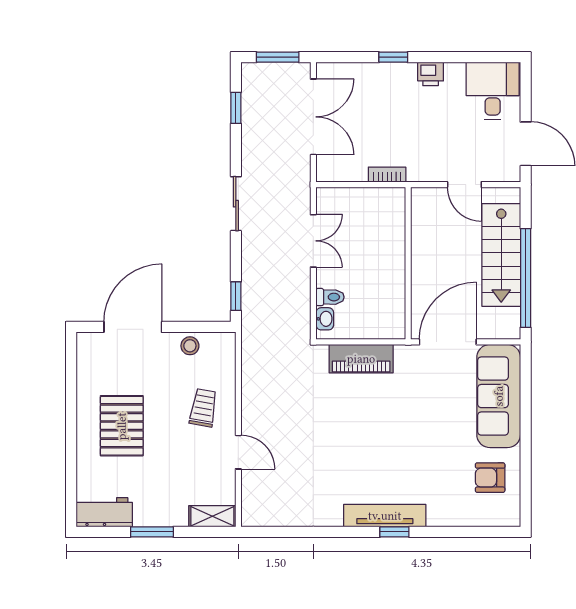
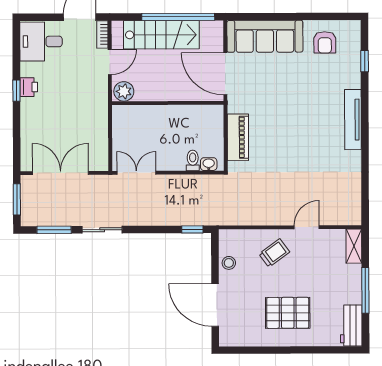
window: (393, 57) -> (16, 91), moved
window: (236, 108) -> (54, 230), width x1.50
bookcase: (387, 175) -> (102, 35), moved
sliding door: (236, 204) -> (102, 230), moved
plant: (424, 204) -> (124, 91), added
double door: (313, 241) -> (136, 173), moved
trolley: (203, 408) -> (274, 253), turned 134
window: (152, 532) -> (365, 290), width x1.44
window: (394, 532) -> (365, 61), moved

